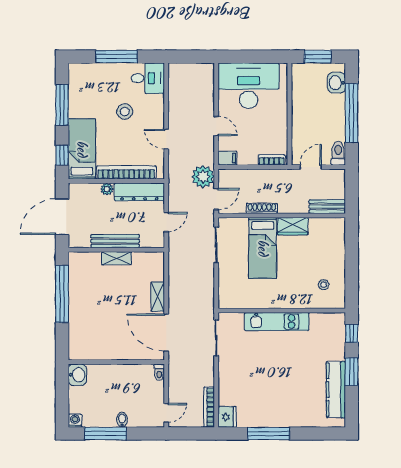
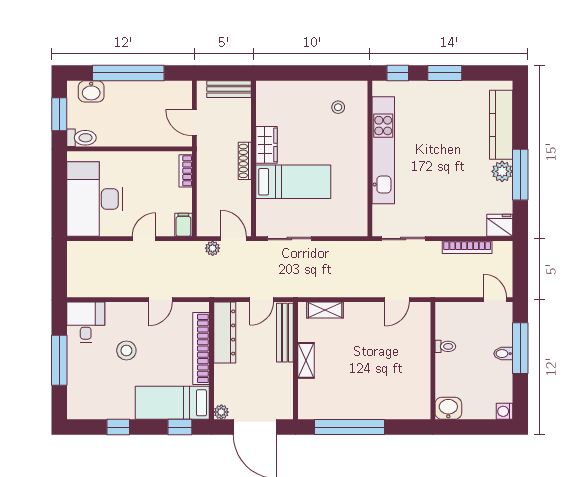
window: (62, 105) -> (118, 427), width x0.46
toilet: (338, 153) -> (81, 138), moved, turned 180
plant: (203, 177) -> (213, 248), width x0.53, depth x0.53
plant: (107, 189) -> (221, 412), moved
bench: (327, 207) -> (229, 89), moved, turned 90
shoe rack: (262, 208) -> (245, 161), moved
door: (166, 222) -> (262, 300), swing flipped
bench: (115, 241) -> (285, 333), moved
shelving: (158, 297) -> (325, 310), moved
kitchen unit: (277, 321) -> (383, 150), width x1.36
door: (166, 333) -> (397, 300), width x0.53
toilet: (159, 372) -> (445, 346), moved
kitchen counter: (336, 390) -> (501, 125), moved, turned 90
bookcase: (209, 407) -> (467, 247), moved
plant: (271, 419) -> (502, 171), added
window: (105, 434) -> (520, 348), moved

